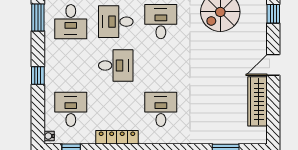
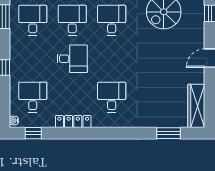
desk: (71, 22) -> (33, 20), turned 180
desk: (116, 22) -> (72, 20), turned 90
wardrobe: (257, 101) -> (196, 106), moved

